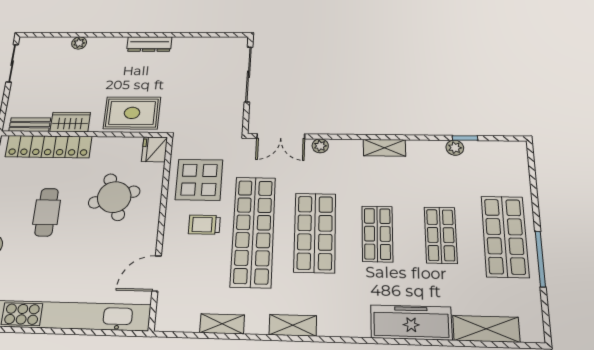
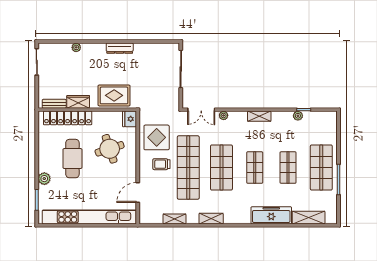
cafe table: (47, 212) -> (72, 159), width x1.37, depth x1.35

